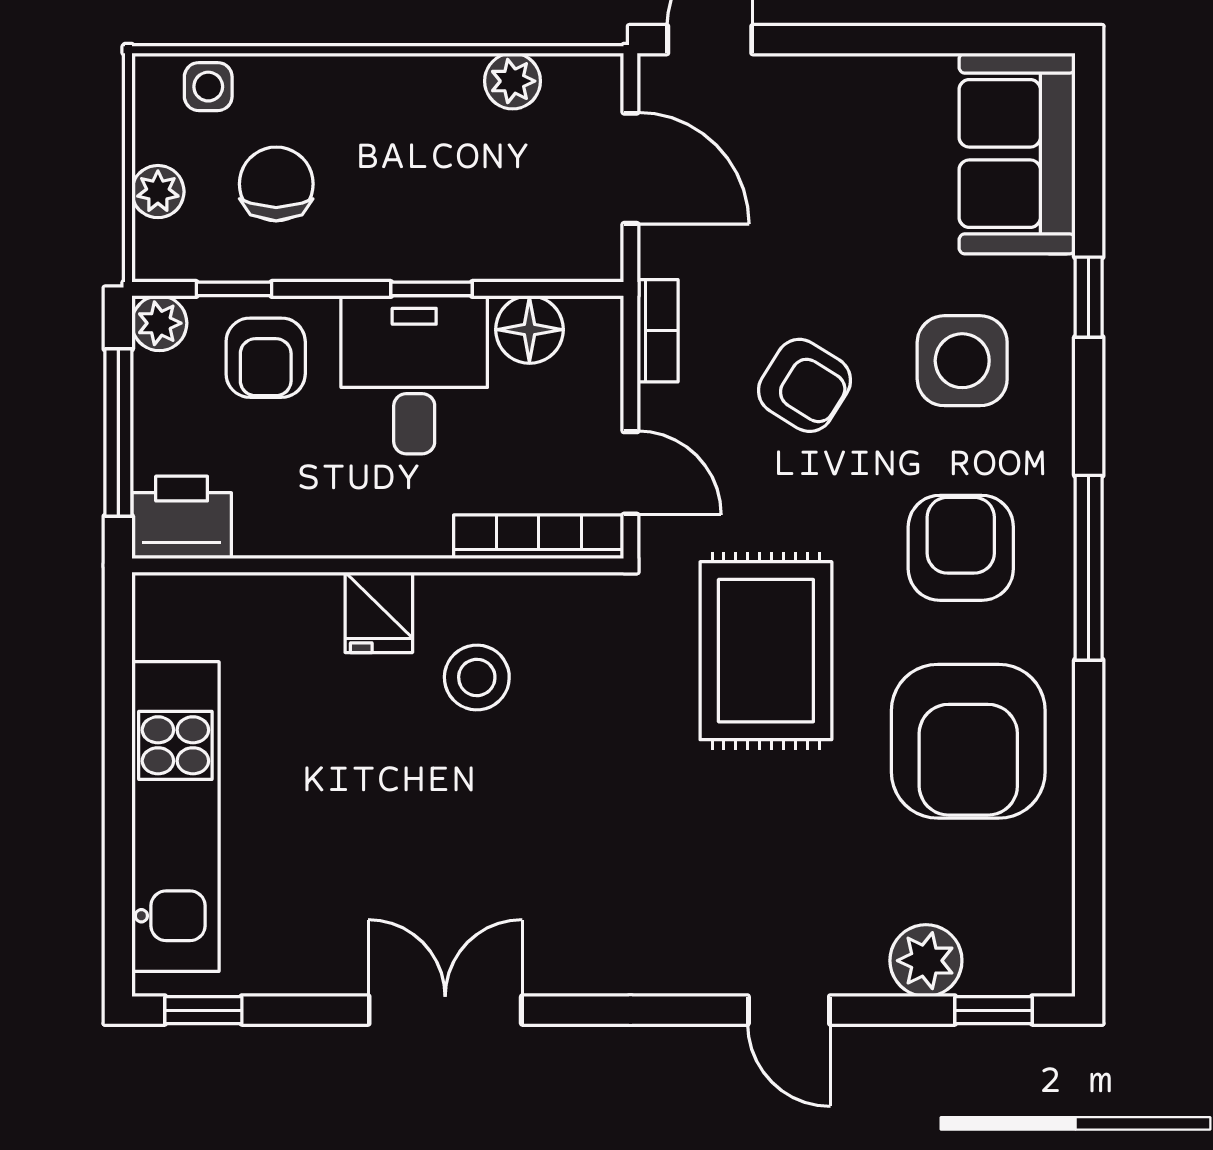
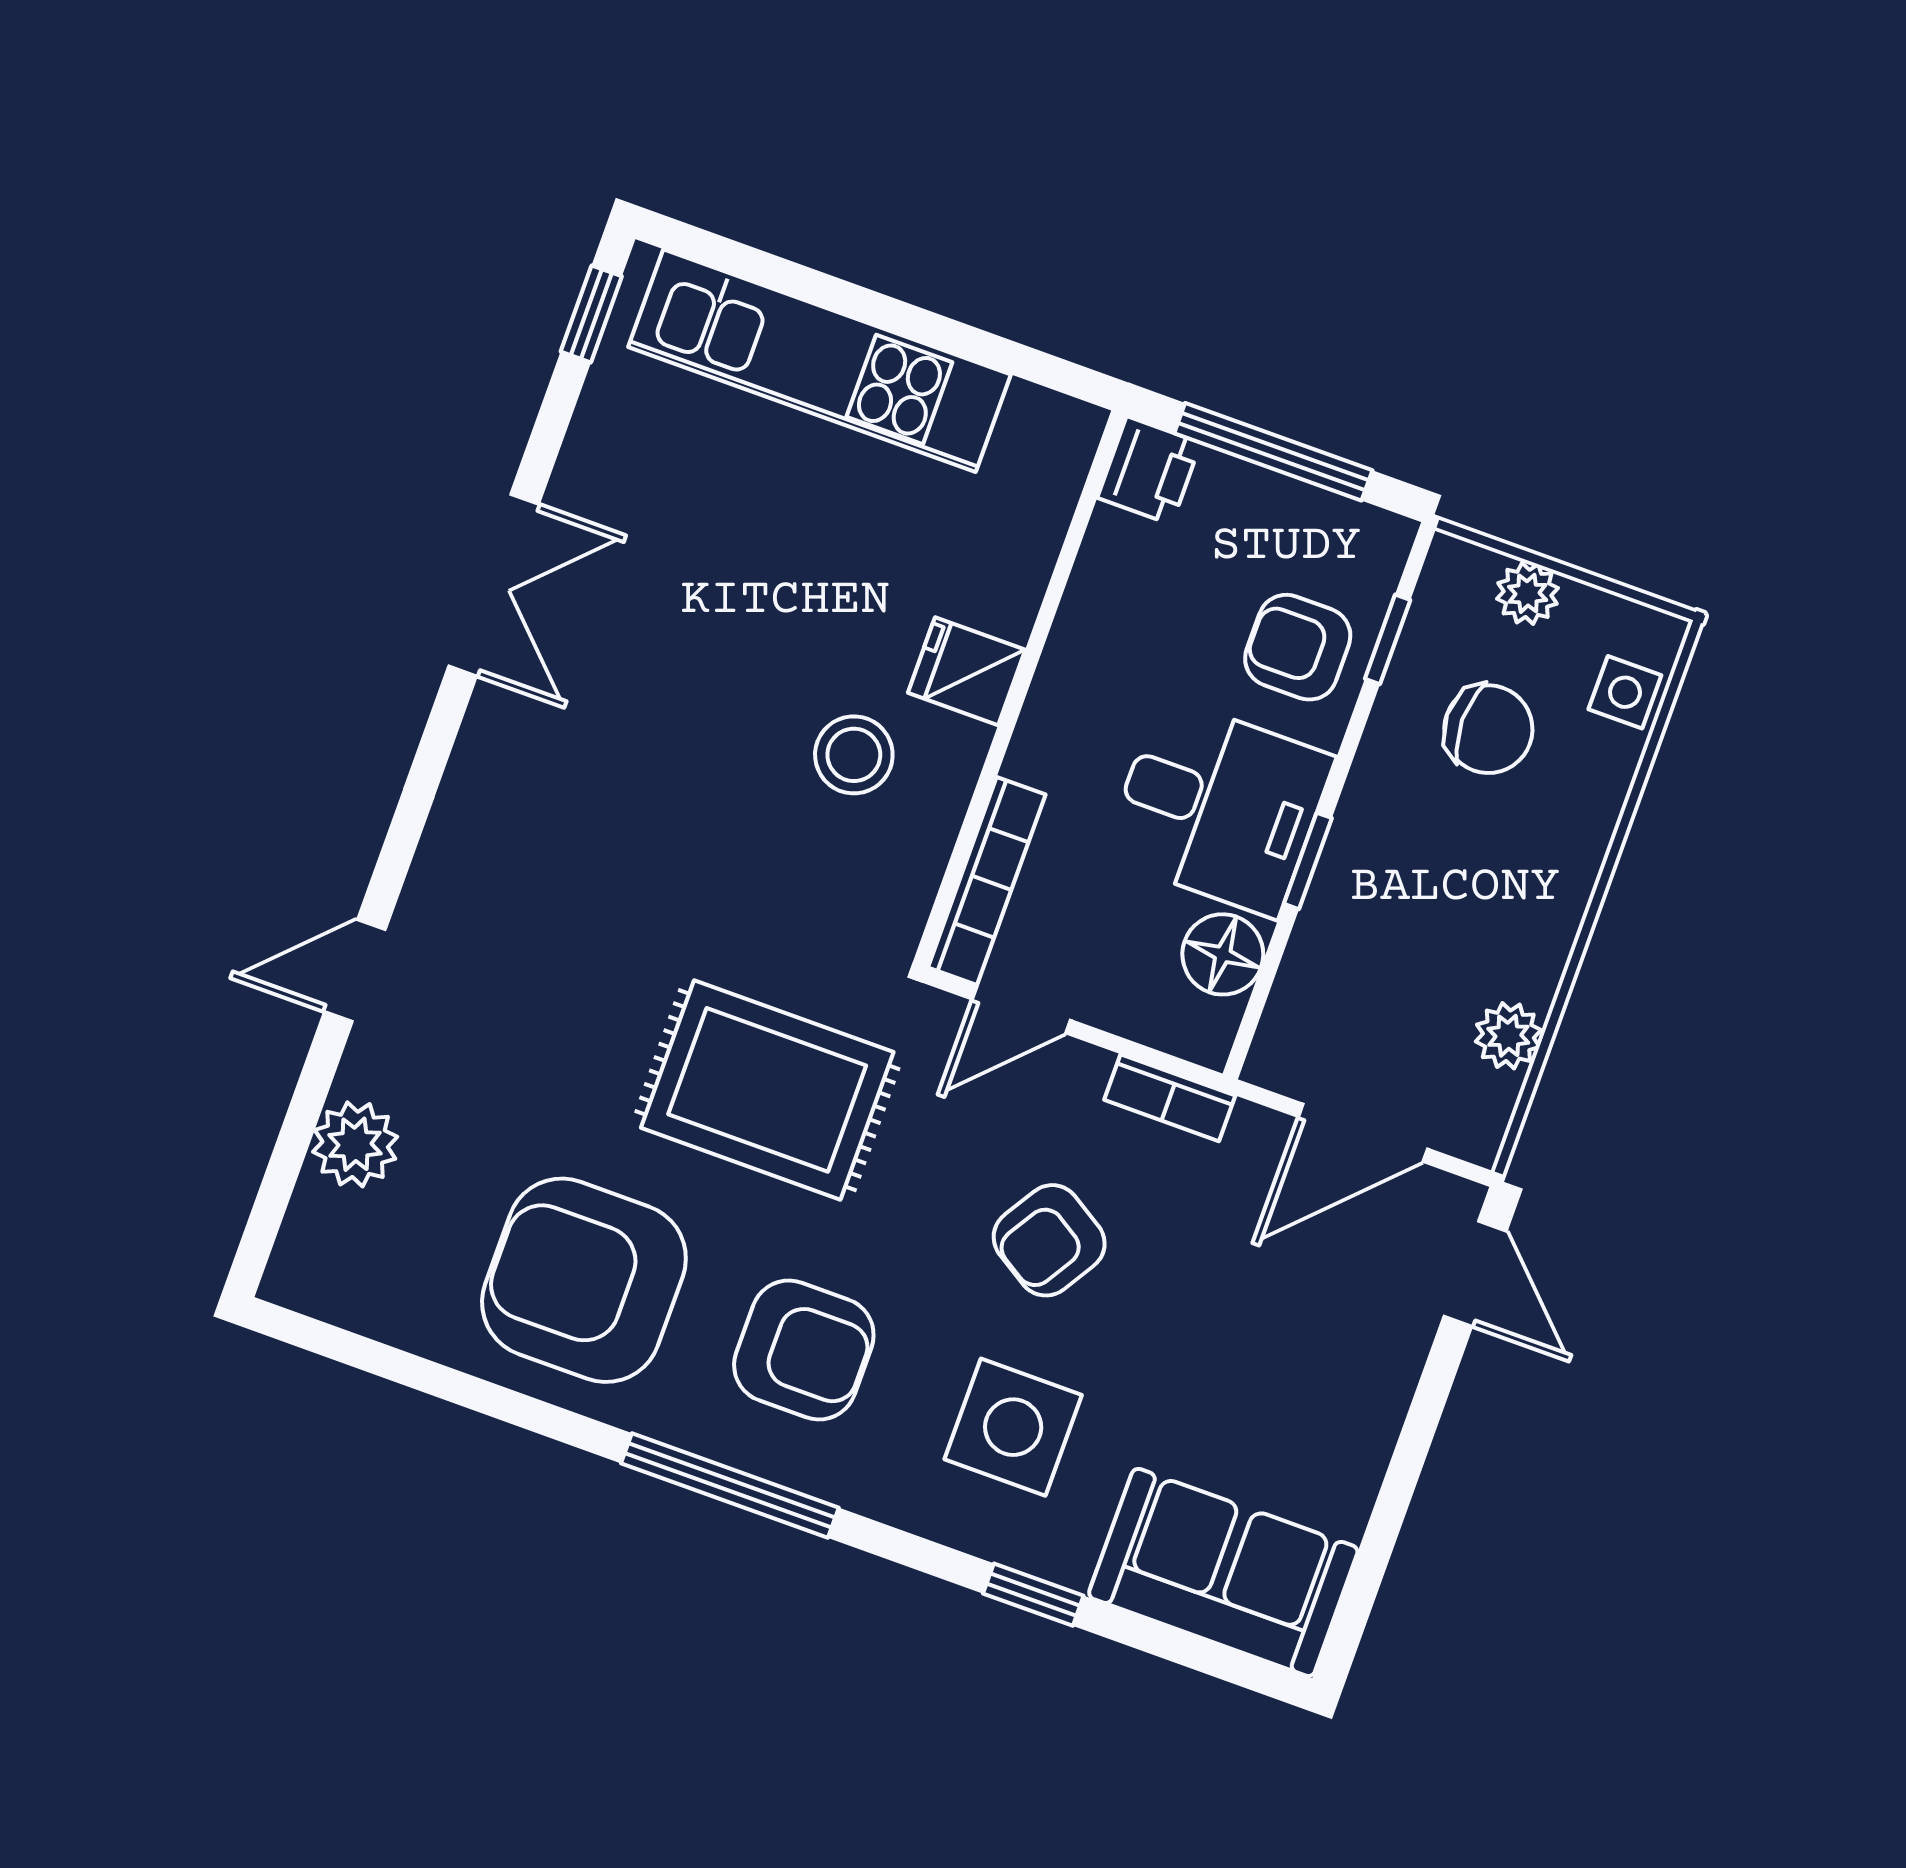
plant: (159, 323) -> (1379, 542), removed
printer: (182, 517) -> (1149, 470), width x0.73, depth x0.81
window: (993, 1010) -> (272, 1200), removed

